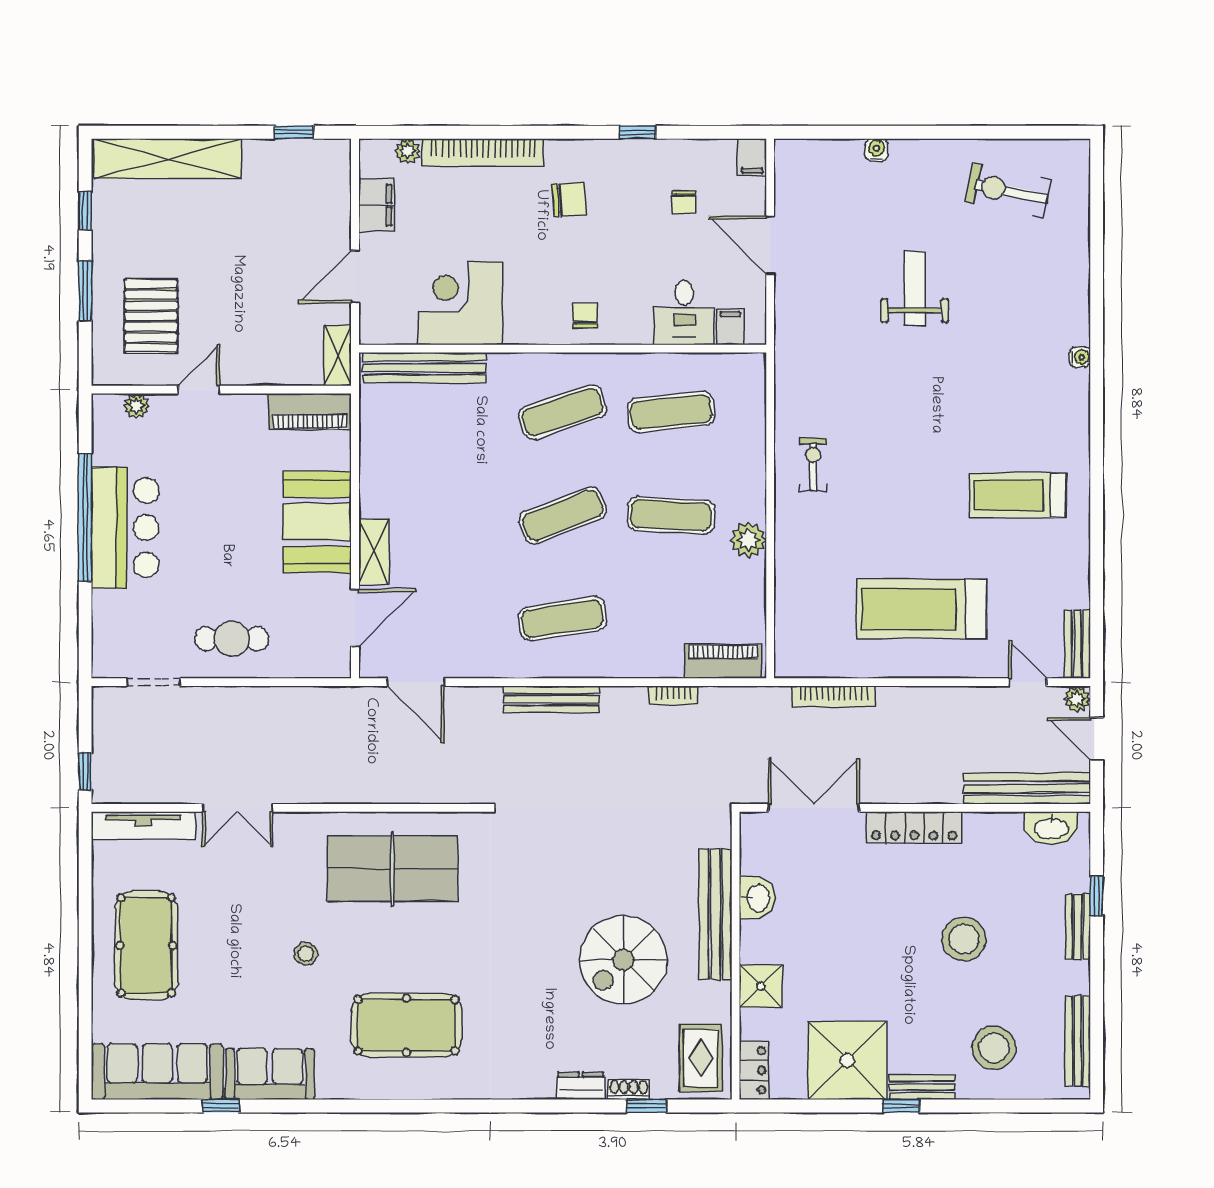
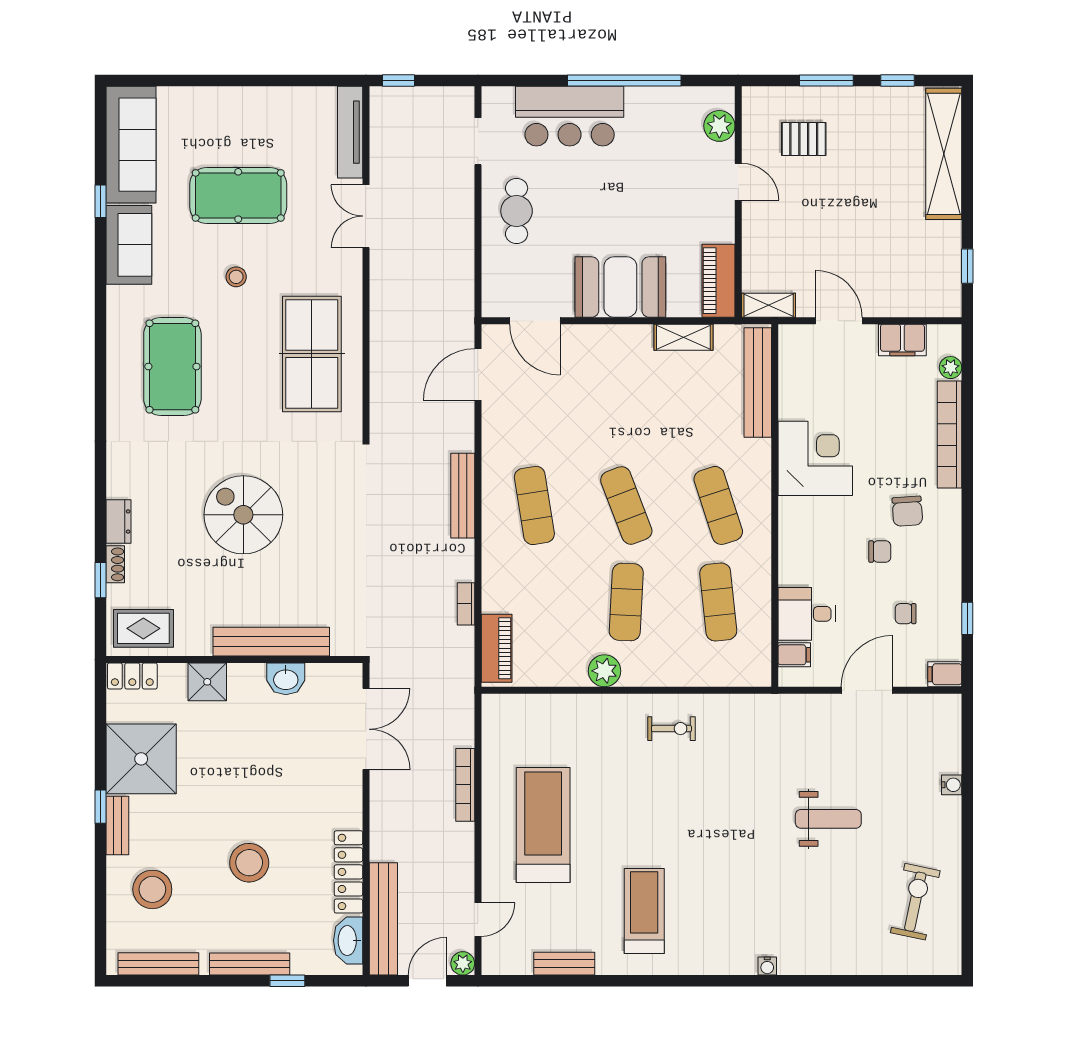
window: (638, 132) -> (967, 618), moved
corner desk: (460, 303) -> (815, 458), moved
pallet: (151, 316) -> (804, 139), width x0.67, depth x0.71
chair: (585, 316) -> (880, 552), moved
plant: (136, 406) -> (719, 126), width x1.38, depth x1.38
bar counter: (125, 528) -> (570, 116), moved
shelving: (374, 552) -> (683, 337), moved
bench: (1077, 644) -> (564, 964), moved
bookcase: (833, 696) -> (465, 785), moved
locker: (914, 827) -> (348, 872), moved
bench: (1078, 927) -> (250, 964), width x1.36
pool table: (146, 945) -> (238, 195), moved
spiral stairs: (623, 960) -> (243, 515), moved

